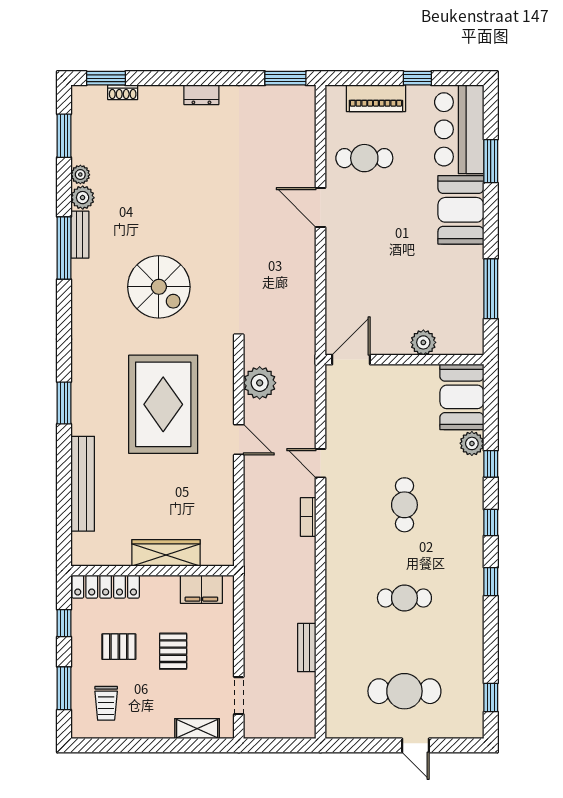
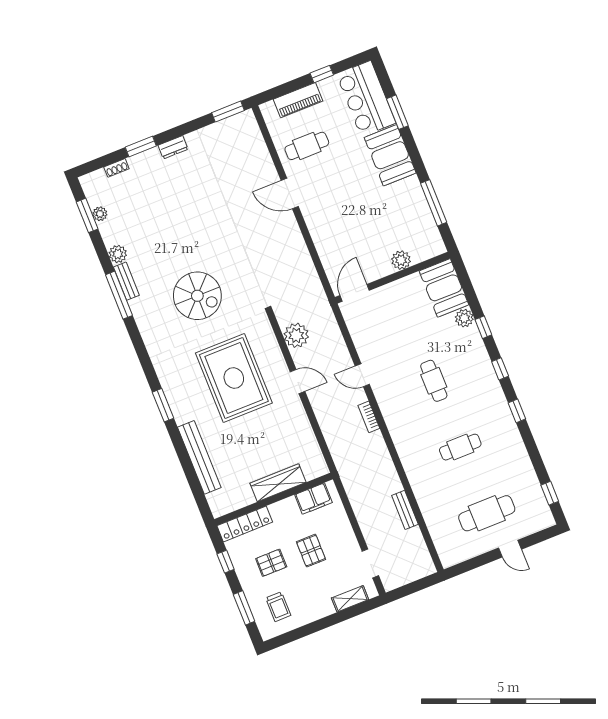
window: (106, 78) -> (141, 146), moved
plant: (80, 175) -> (100, 214), moved

